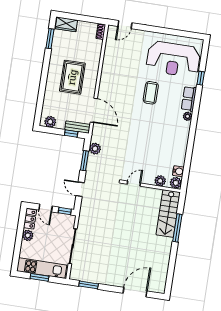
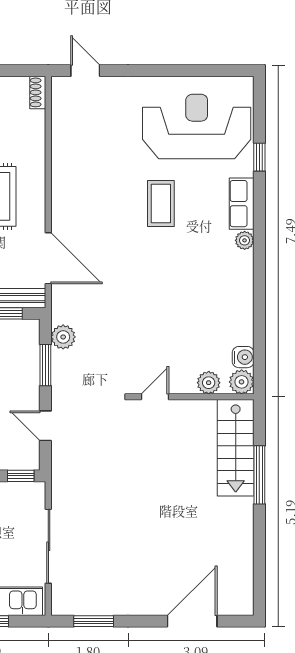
door: (125, 25) -> (85, 71), swing flipped
reception desk: (173, 59) -> (197, 126), turned 180

